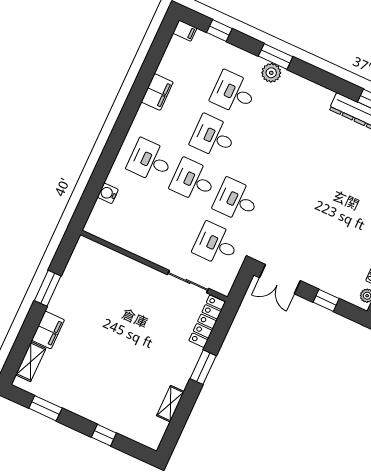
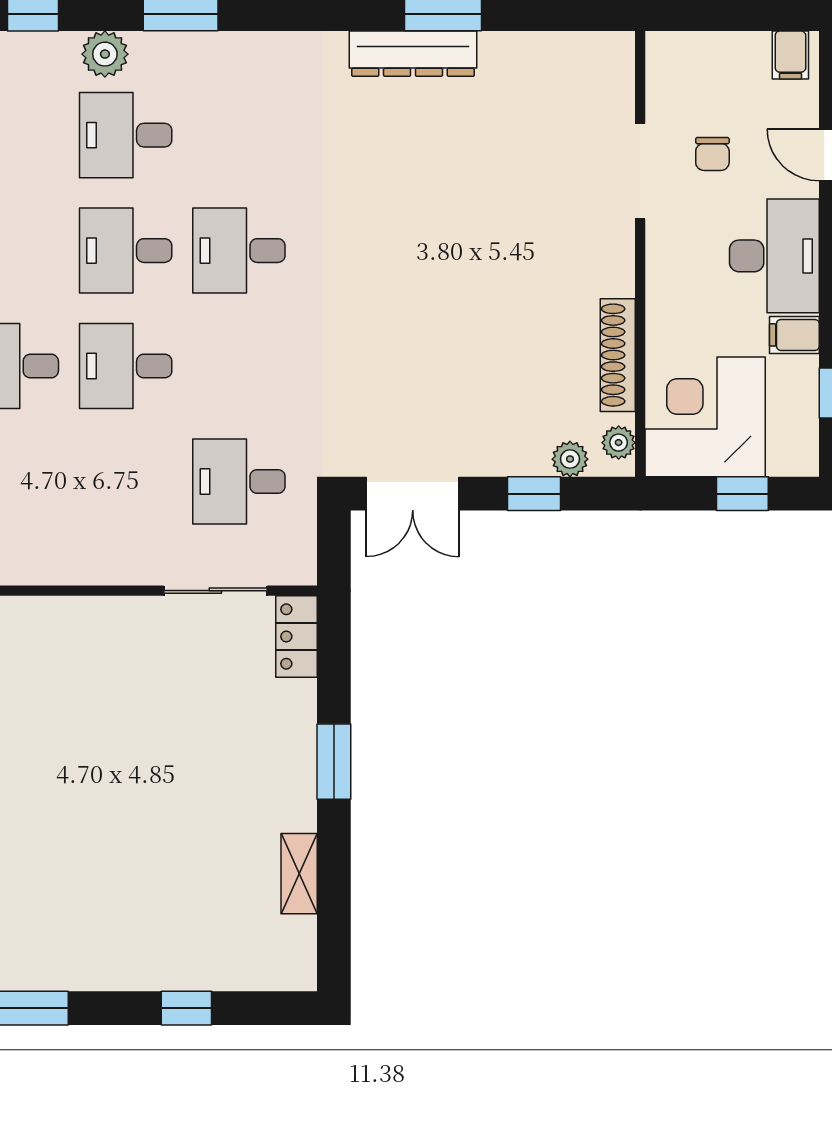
plant: (271, 73) -> (105, 54), moved
desk: (236, 200) -> (239, 251), moved
plant: (346, 293) -> (570, 459), added
locker: (207, 321) -> (297, 637), width x0.66

